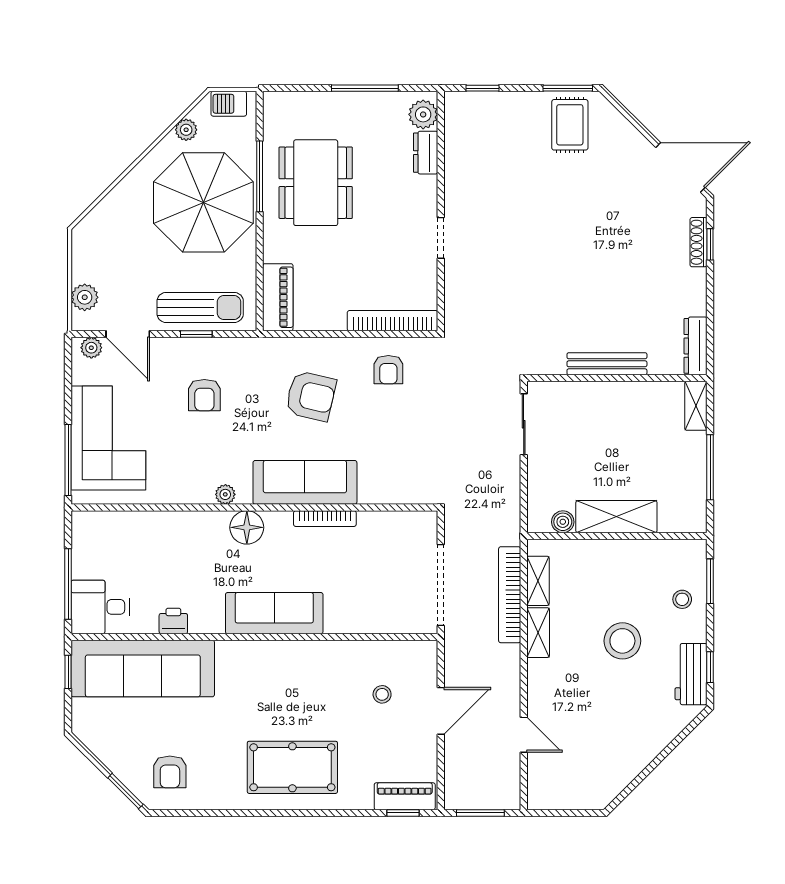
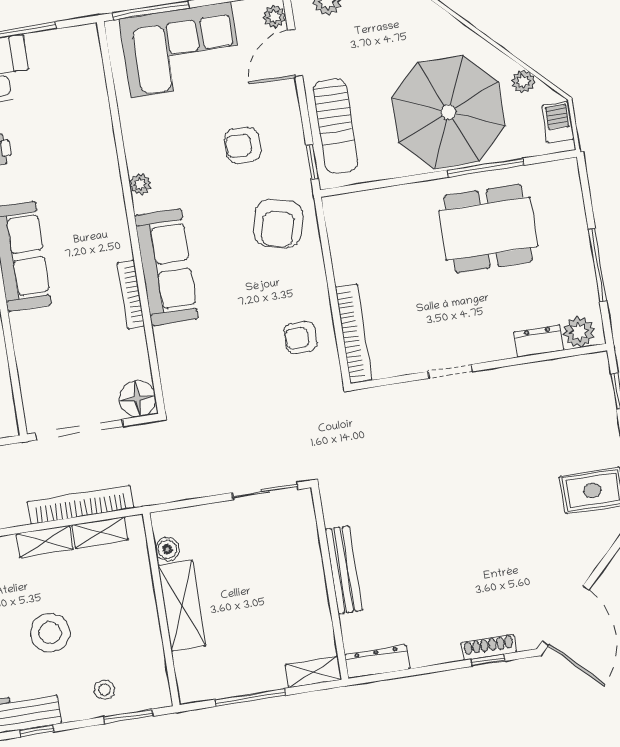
piano: (278, 297) -> (360, 207), removed
window: (196, 334) -> (312, 162), moved
armchair: (311, 396) -> (278, 224), moved
floor lamp: (247, 527) -> (138, 399), moved

